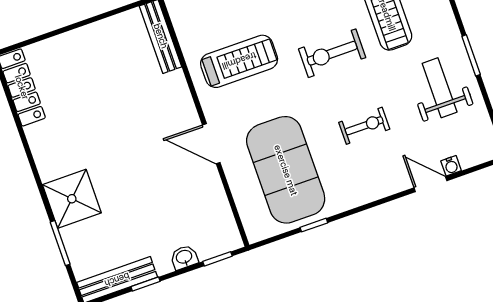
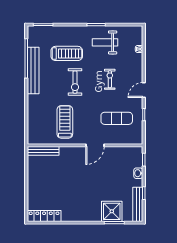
exercise mat: (286, 170) -> (117, 118), width x0.50, depth x0.69
door: (430, 184) -> (144, 90), moved
shower: (72, 199) -> (112, 211), moved

